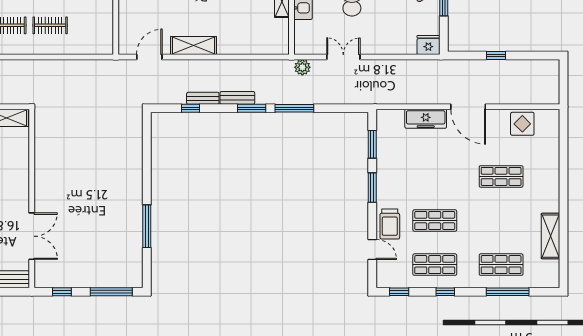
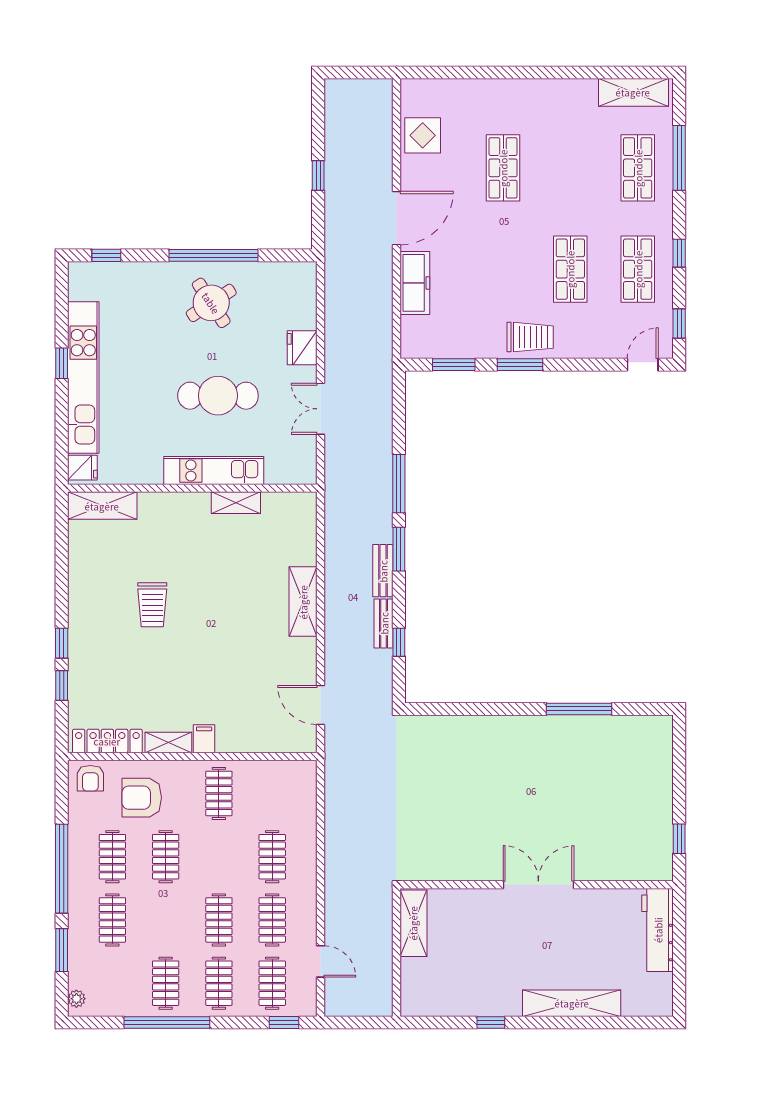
fridge: (428, 45) -> (302, 348), moved
shelving: (194, 46) -> (303, 602), moved
plant: (302, 67) -> (336, 471), removed
trolley: (390, 224) -> (530, 337), moved
double door: (32, 236) -> (538, 885), moved
shelving: (550, 236) -> (633, 92), moved
door: (372, 249) -> (643, 365), moved
window: (111, 292) -> (679, 763), removed

